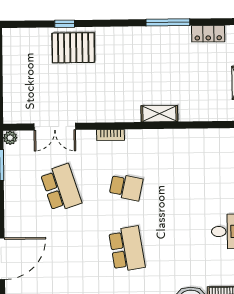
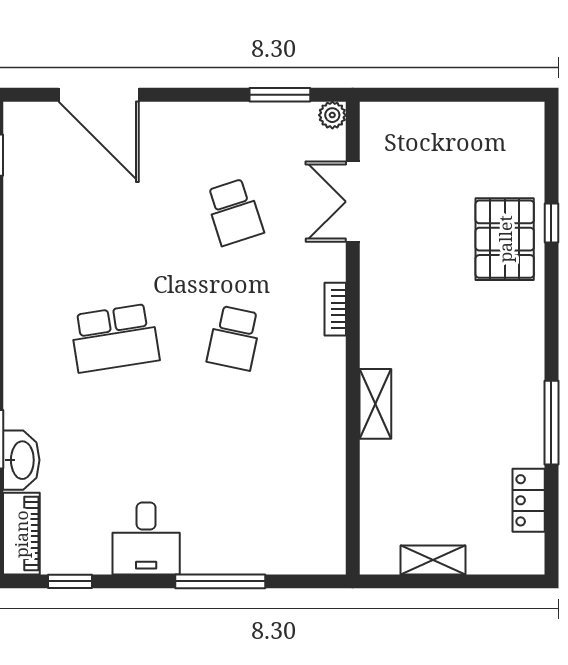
school desk: (61, 188) -> (234, 212), width x0.54

